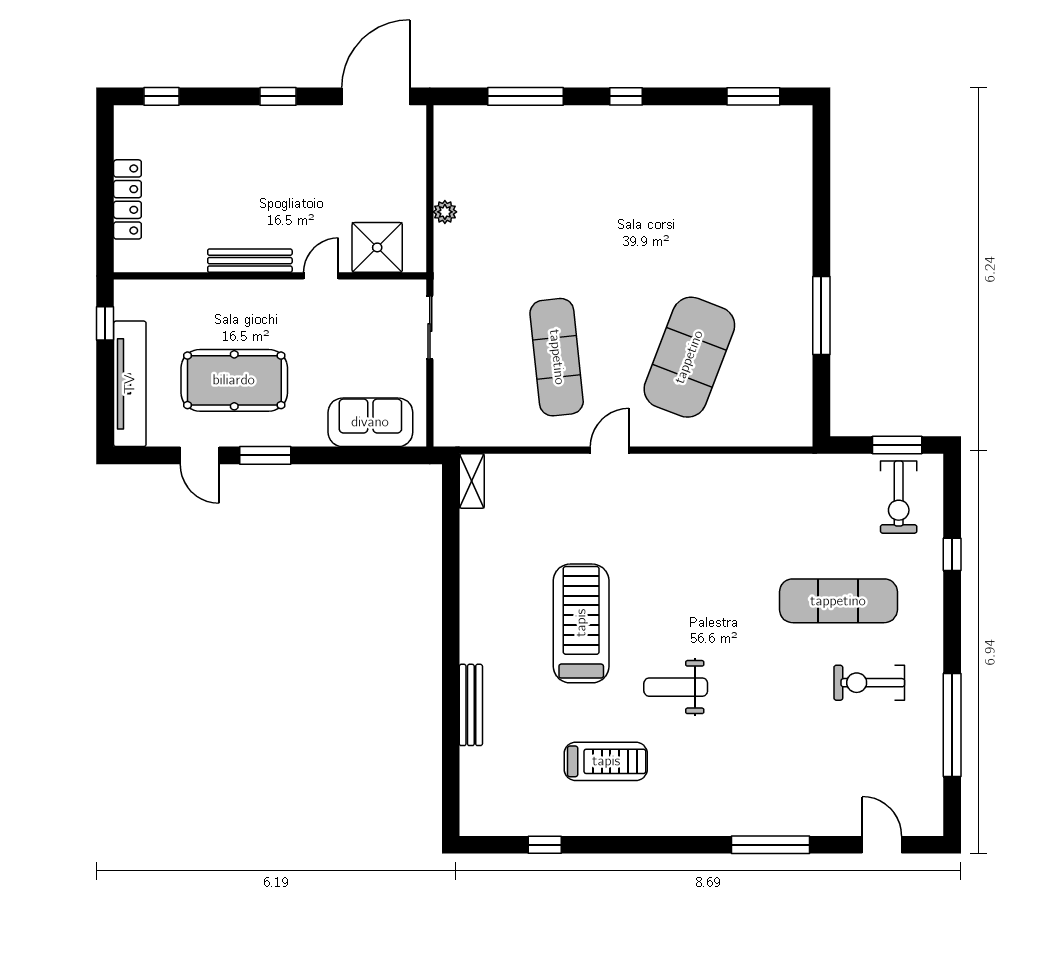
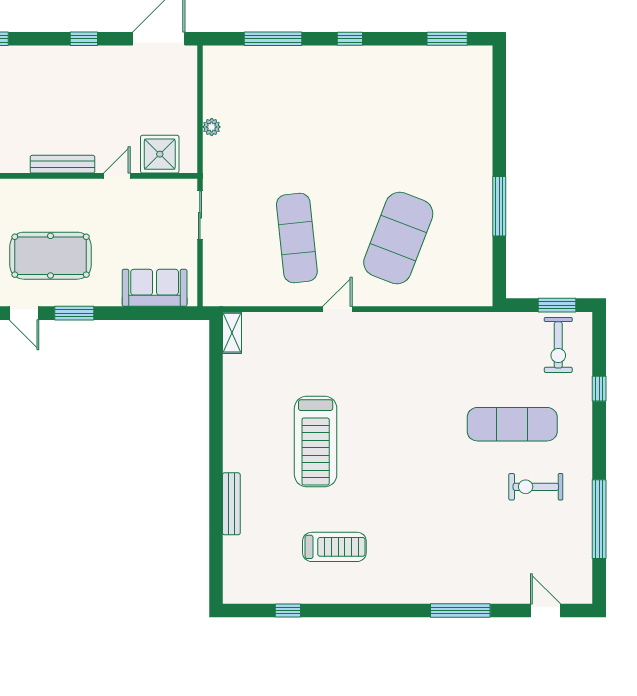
treadmill: (581, 623) -> (316, 441), turned 180
weight bench: (676, 687) -> (388, 490), removed

